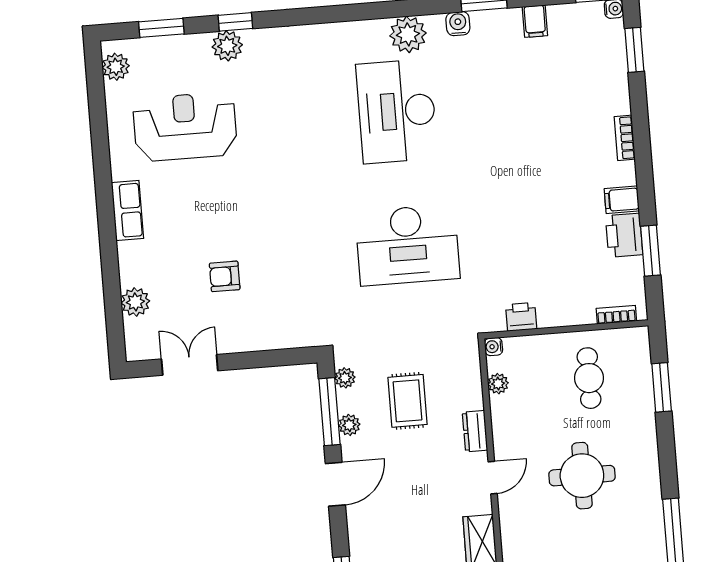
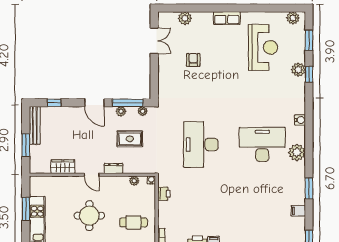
water cooler: (458, 24) -> (300, 120), moved

